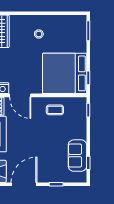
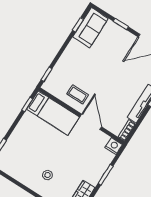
bed: (65, 73) -> (53, 113), width x0.49
door: (20, 95) -> (91, 122), moved
sofa: (77, 156) -> (90, 28), moved

